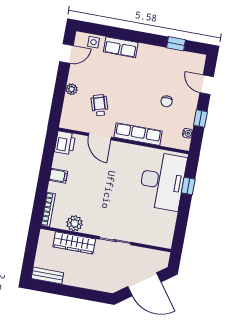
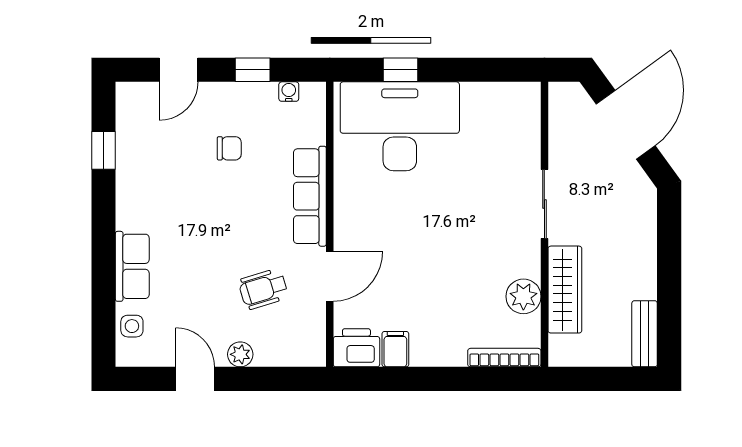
door: (67, 54) -> (195, 379), moved
filing cabinet: (58, 176) -> (395, 349), moved

